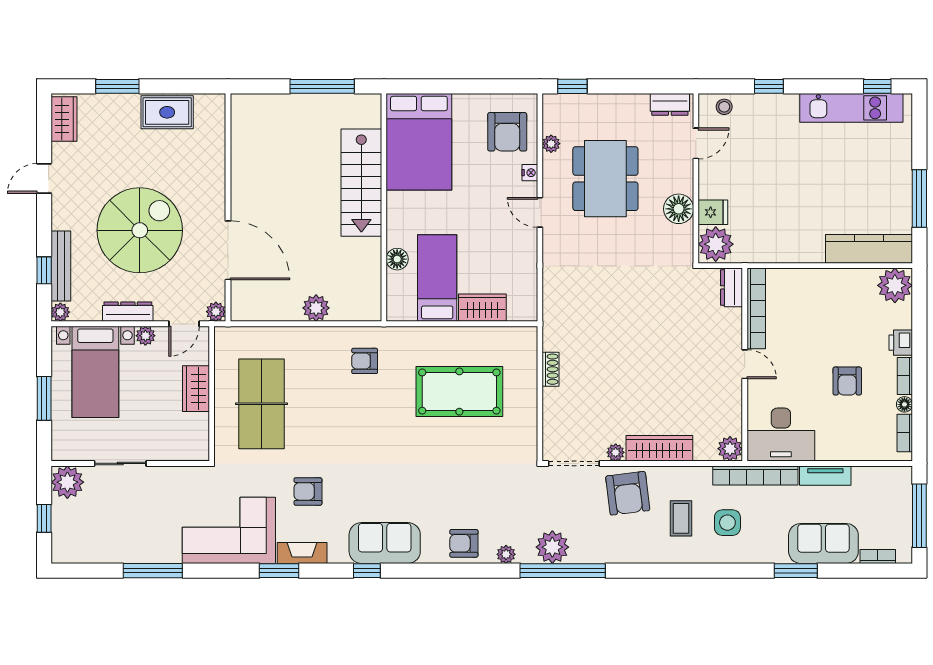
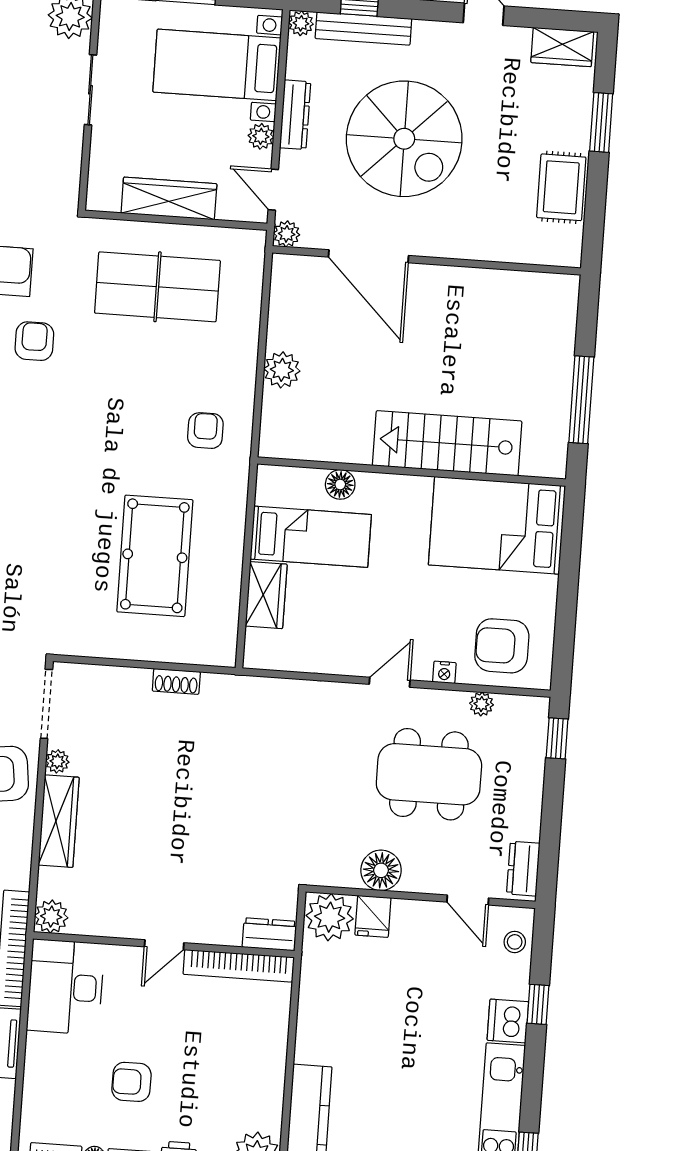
dishwasher: (783, 108) -> (508, 1021), added
door: (228, 250) -> (369, 256), hinge flipped
wardrobe: (196, 389) -> (169, 198), width x1.50

